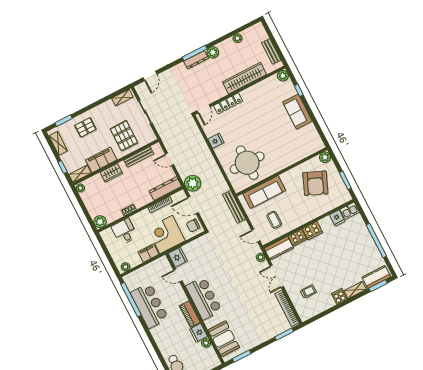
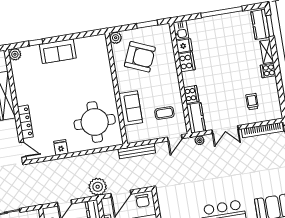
sofa: (264, 192) -> (131, 108), width x0.73
cooker: (312, 231) -> (187, 62), moved

